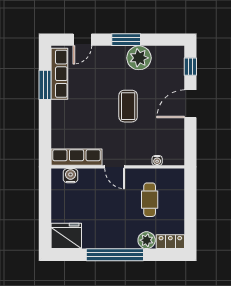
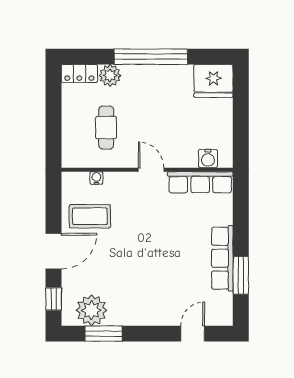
window: (126, 40) -> (104, 334), moved
plant: (139, 58) -> (91, 310), moved
row of seats: (59, 74) -> (222, 258), moved
coffee table: (128, 106) -> (90, 216), moved, turned 90

